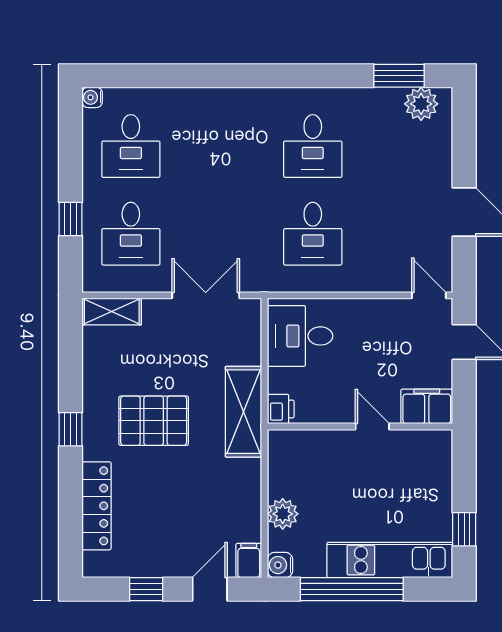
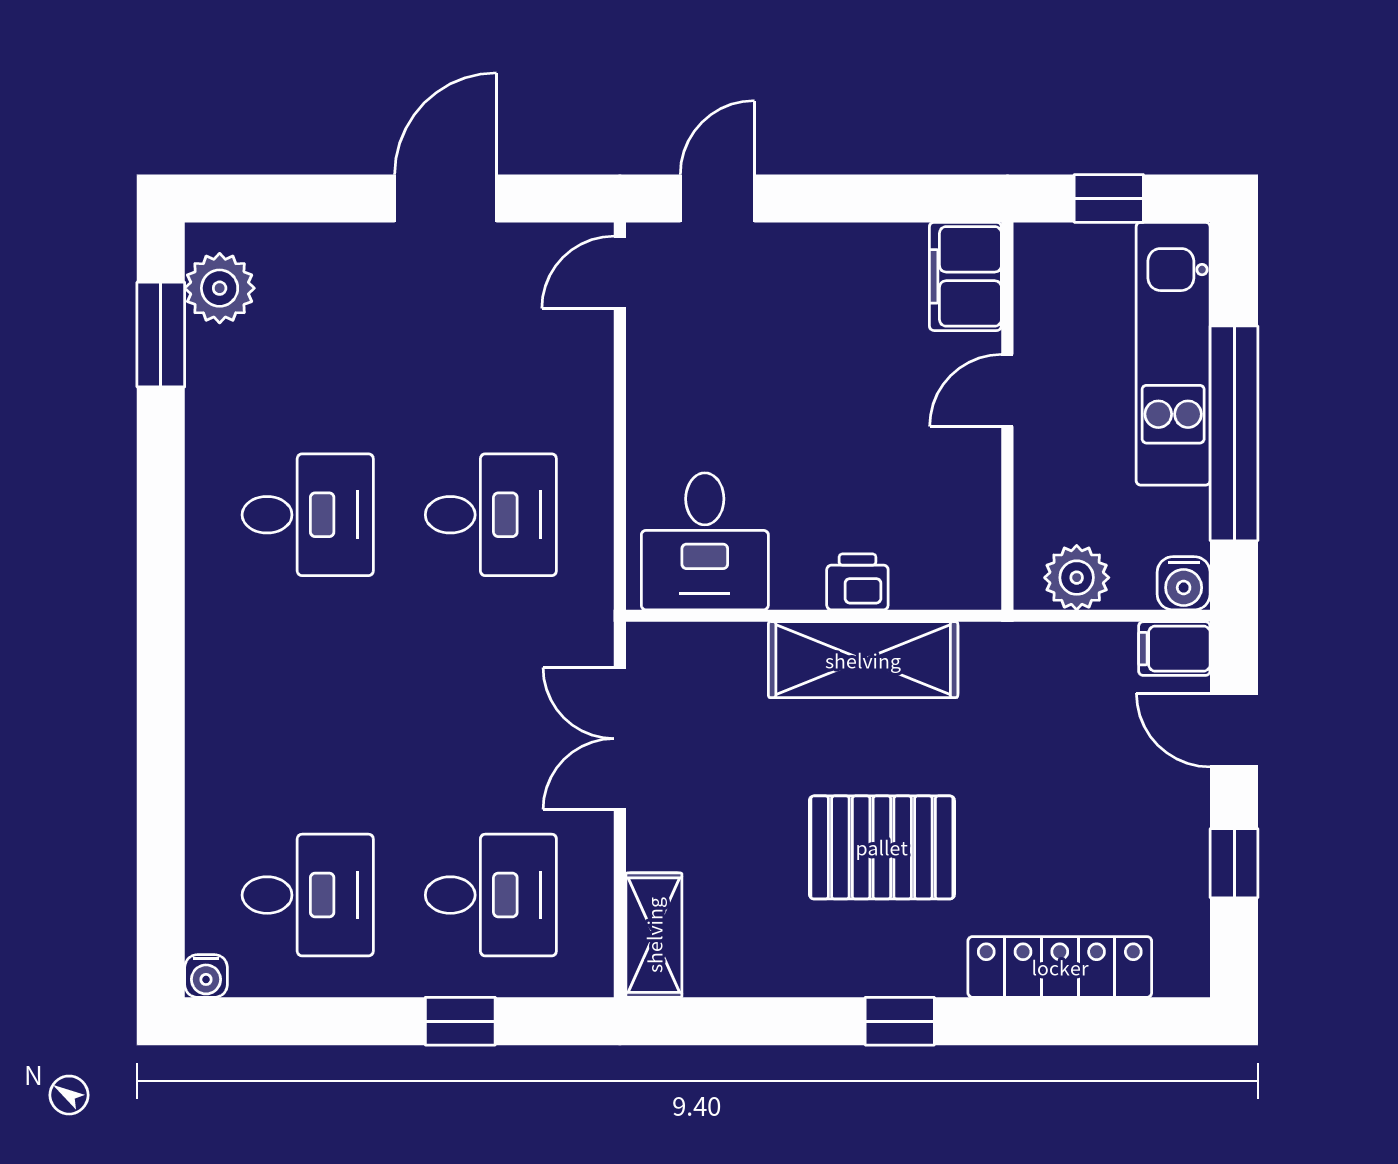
filing cabinet: (427, 406) -> (965, 276), moved
pallet: (154, 421) -> (882, 847), turned 90
wall: (360, 427) -> (1007, 416), moved
door: (372, 427) -> (1007, 390), moved

